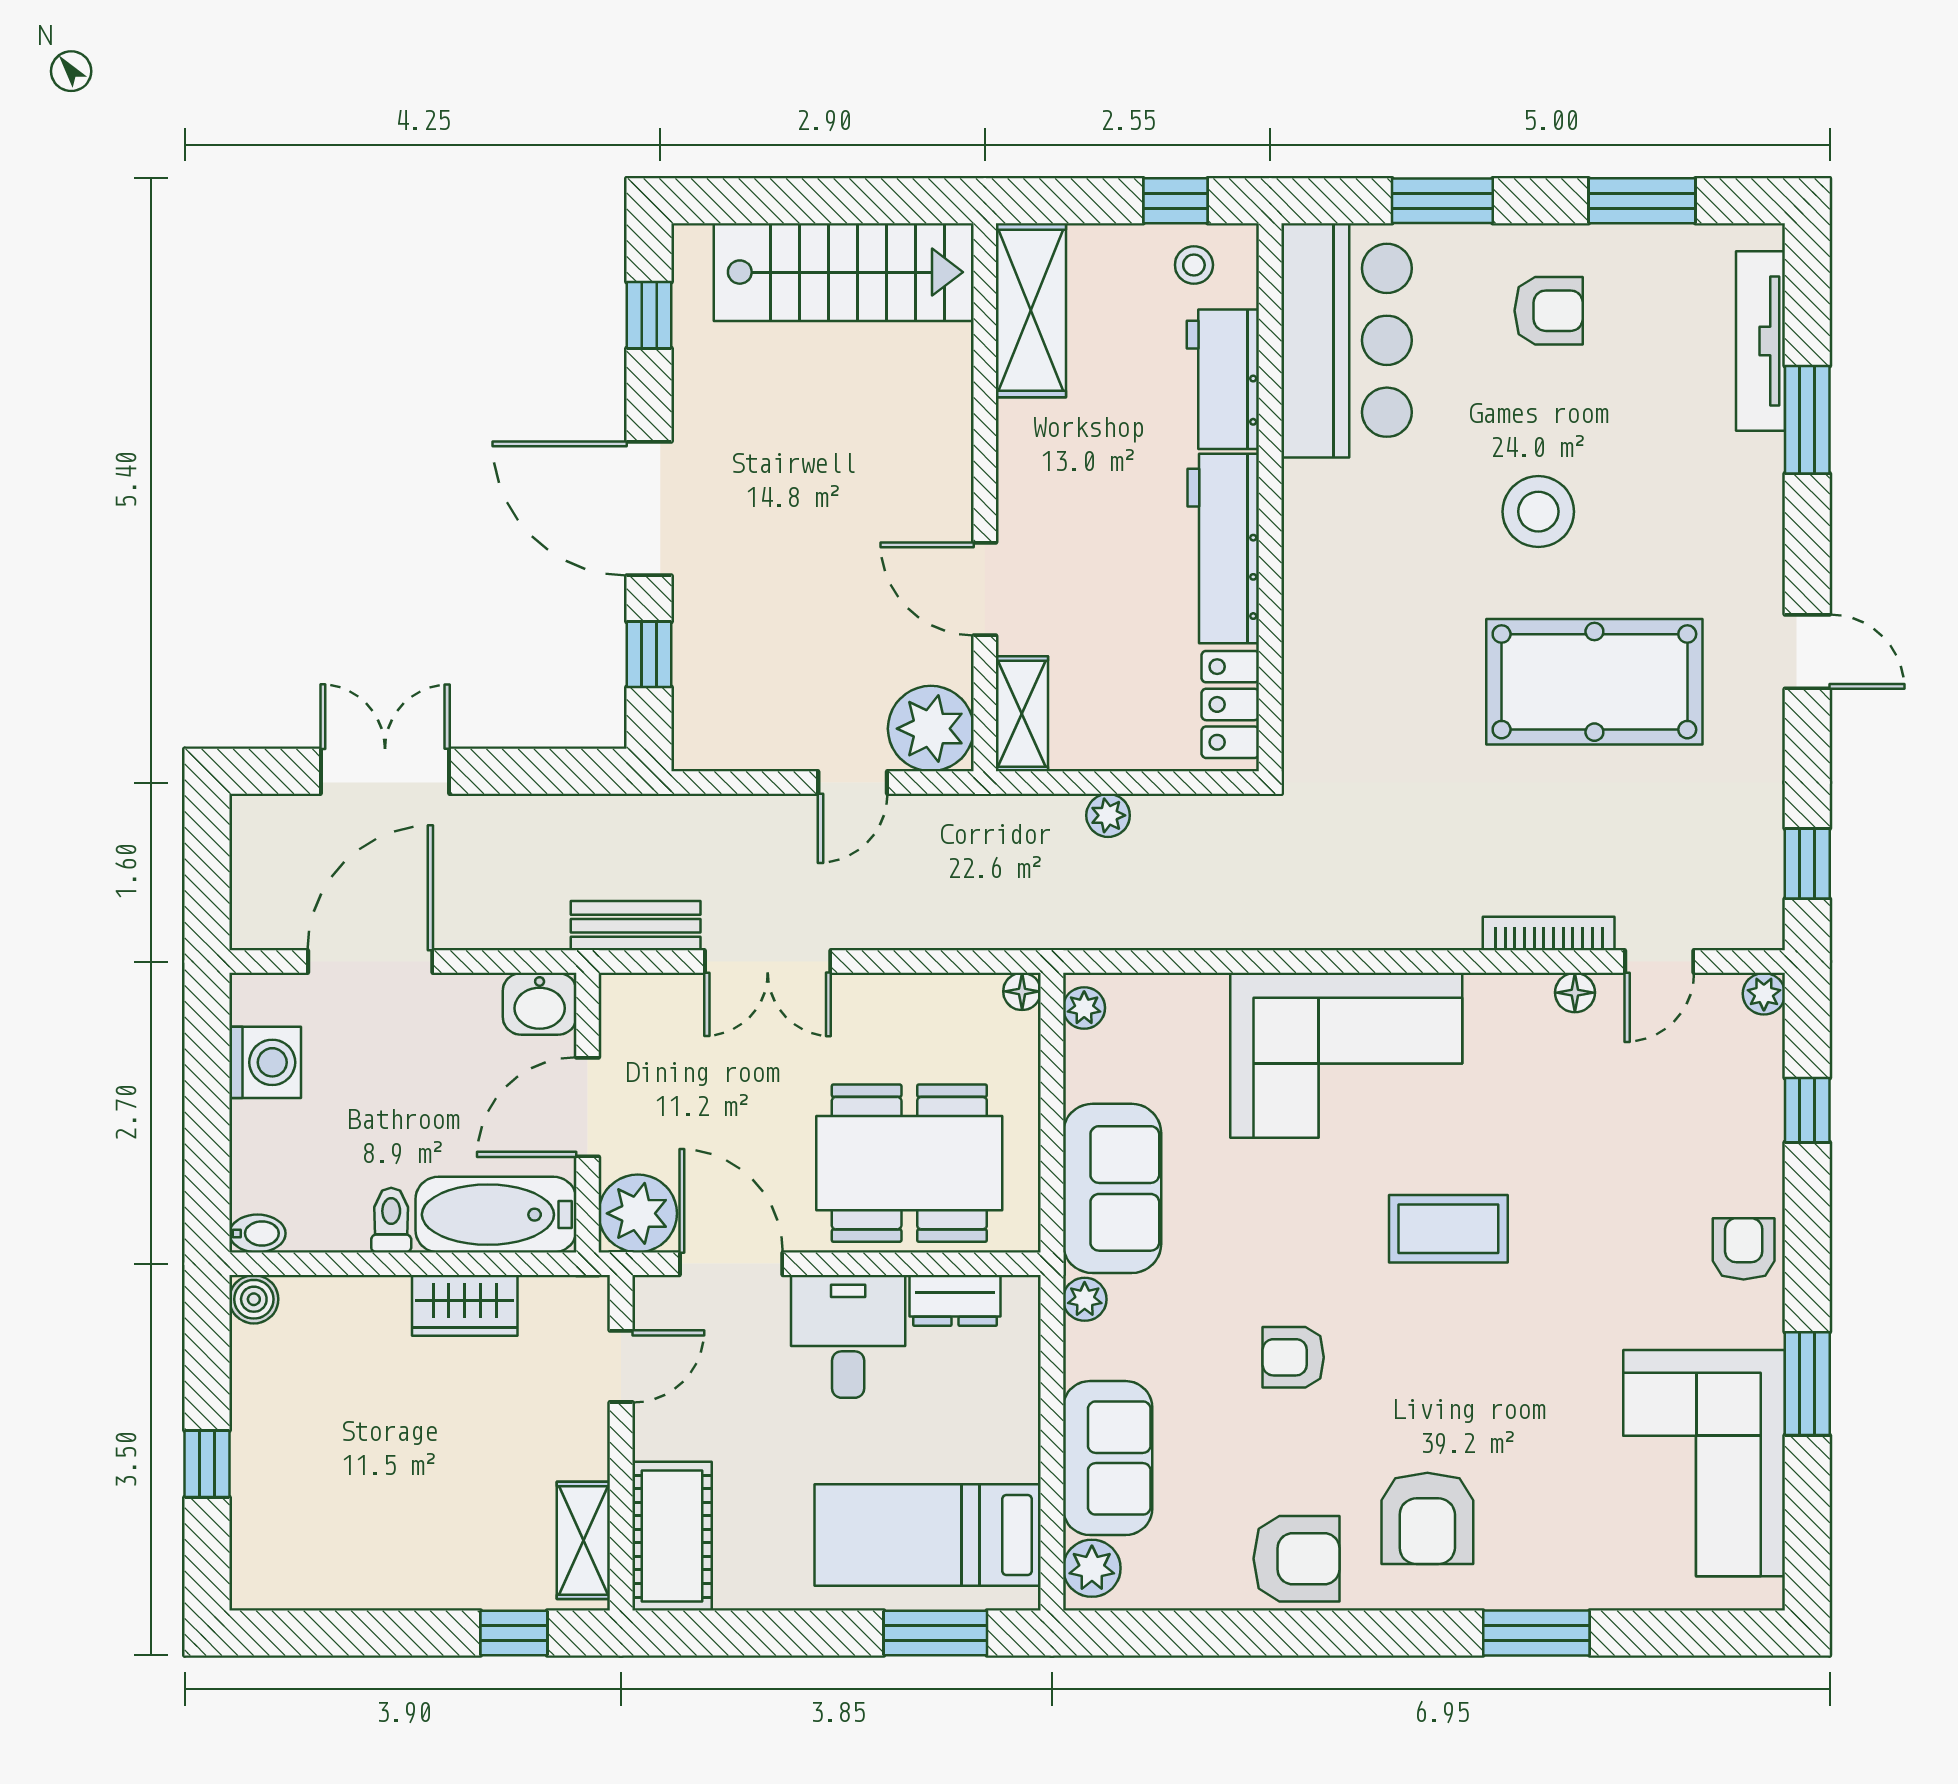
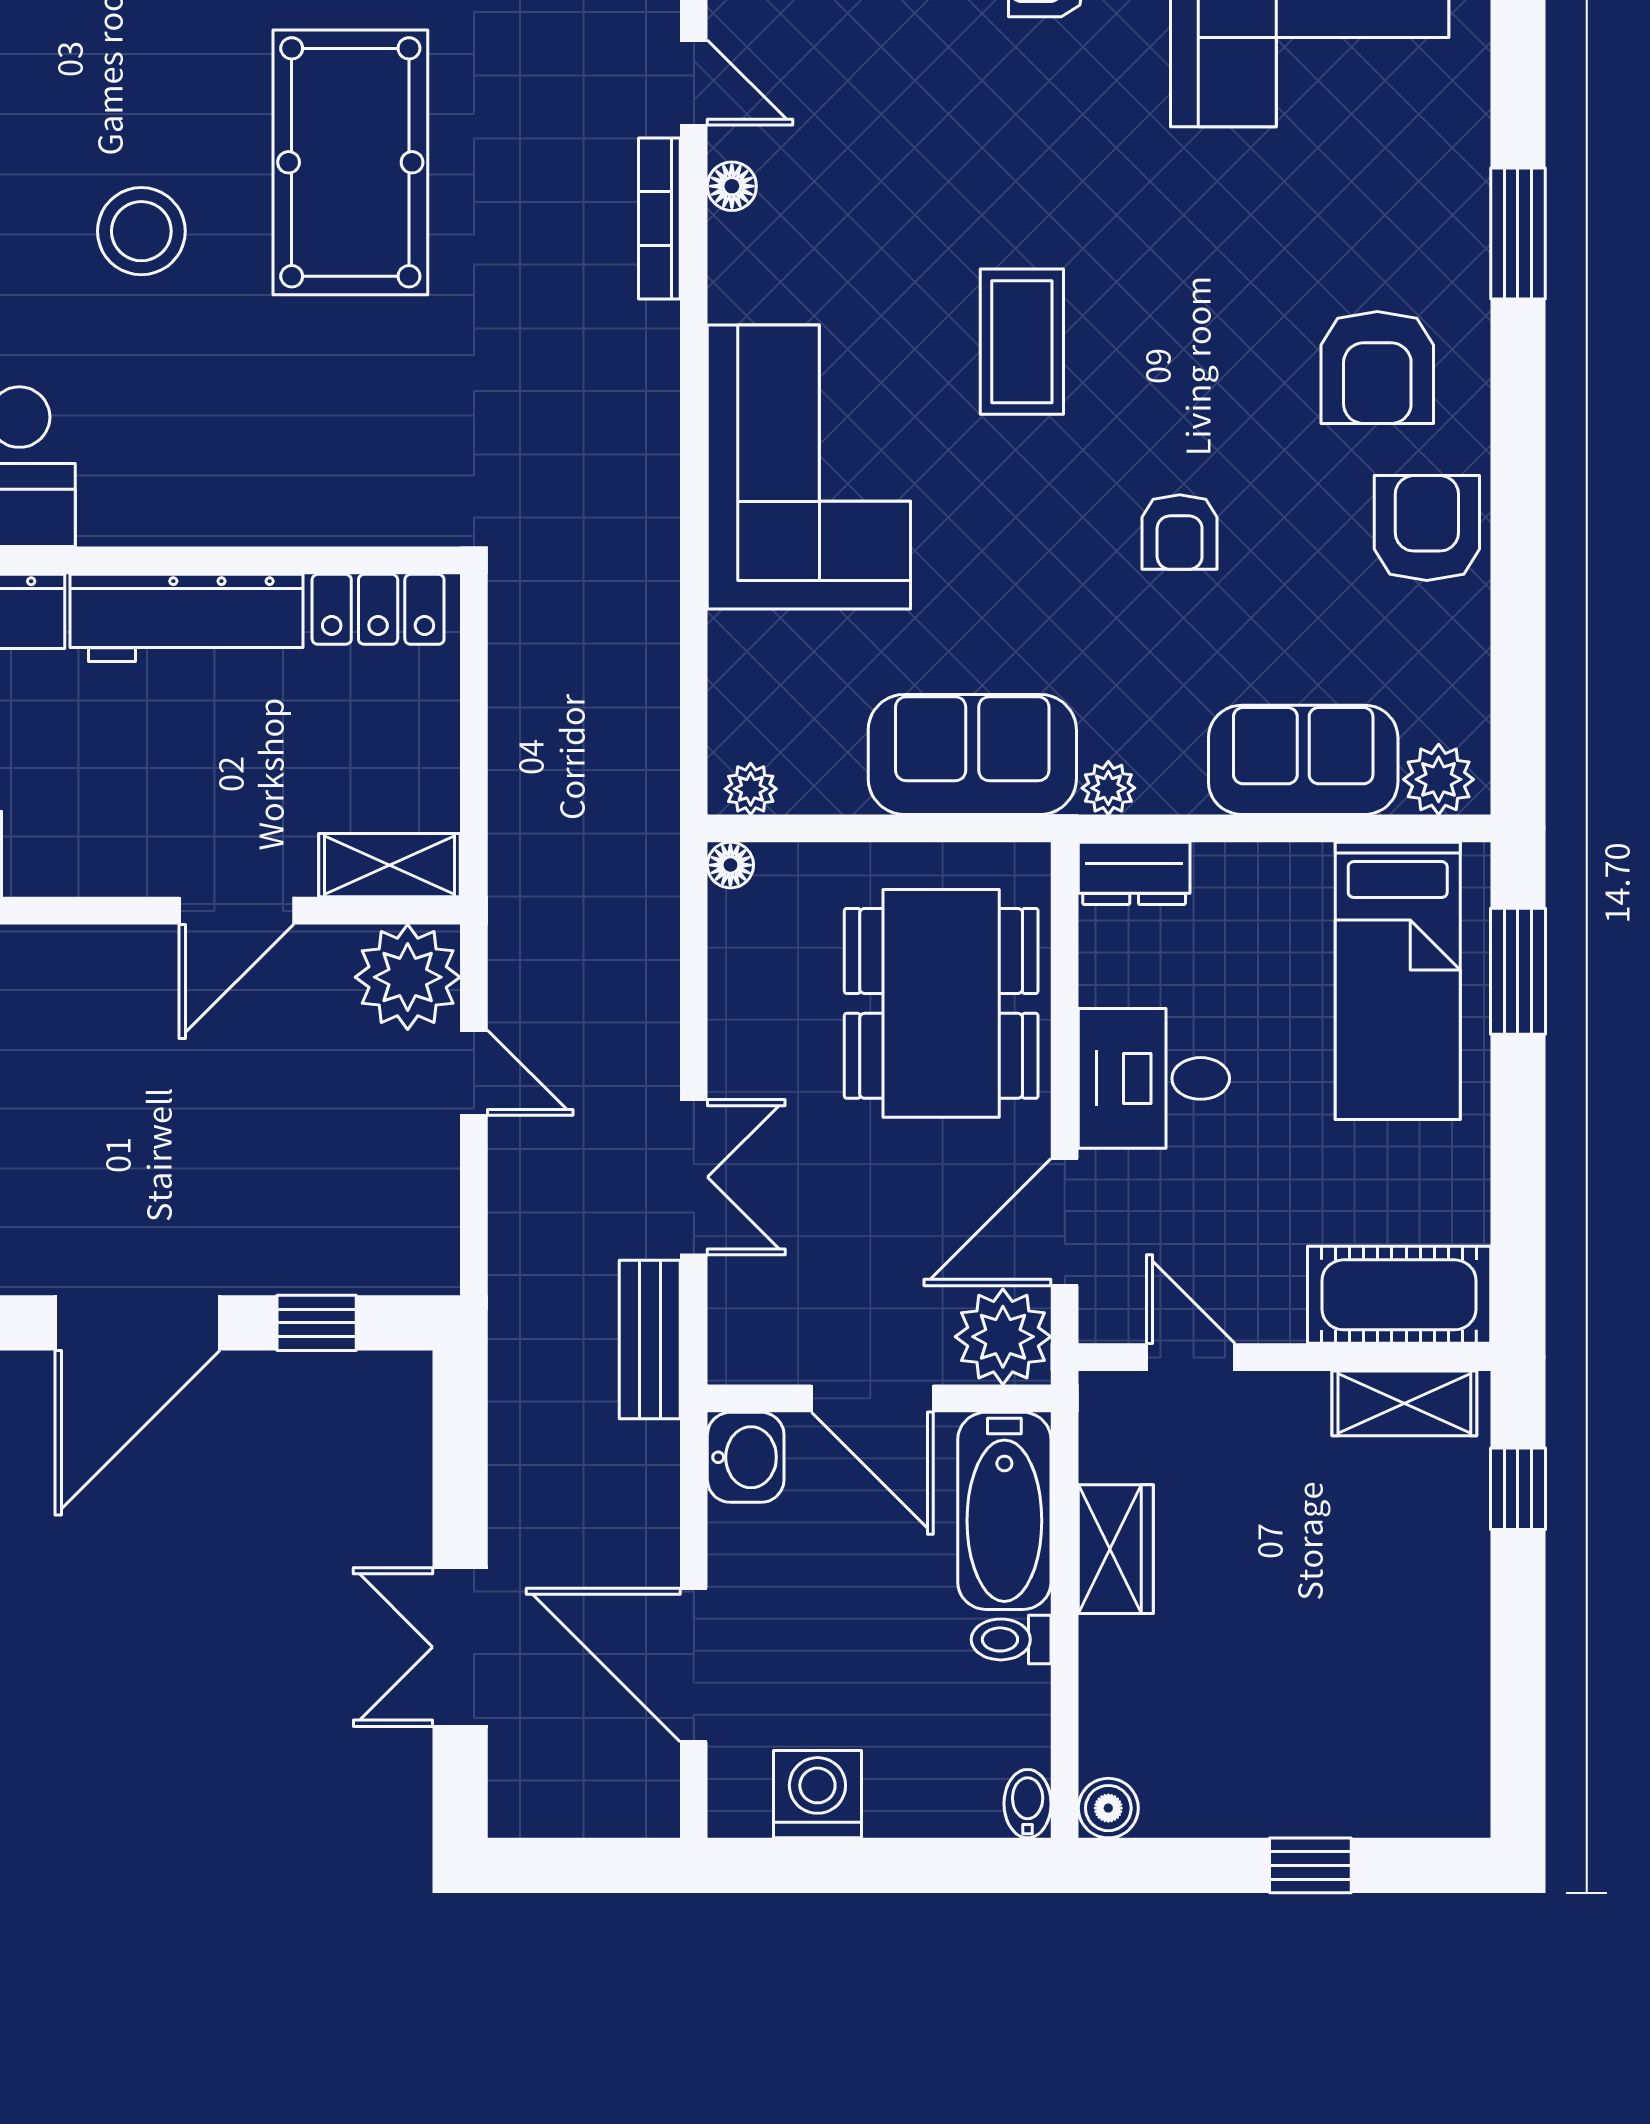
plant: (1108, 815) -> (514, 759), removed
dresser: (955, 1300) -> (1134, 873), moved, turned 90
armchair: (1427, 1518) -> (1377, 367), turned 90

